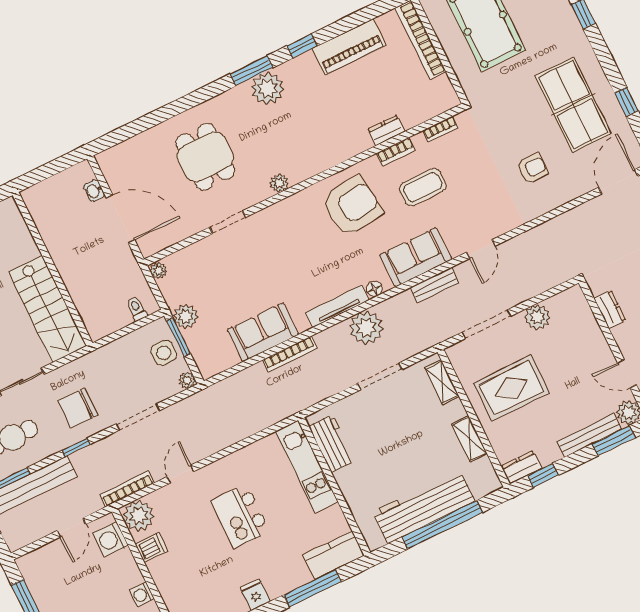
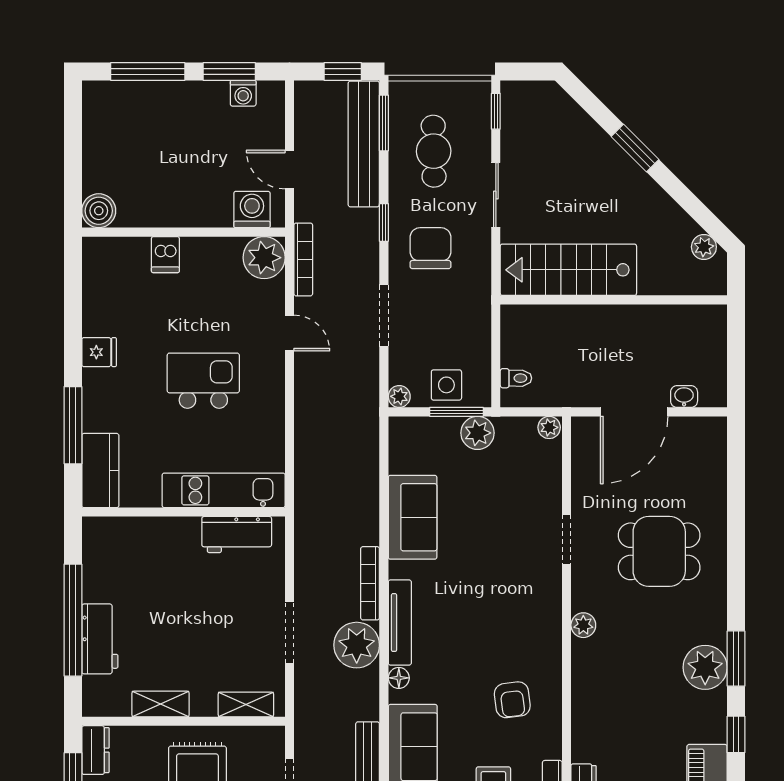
armchair: (352, 206) -> (512, 700), width x0.53, depth x0.53
bookcase: (290, 354) -> (370, 583), moved
workbench: (424, 507) -> (100, 639), width x0.53, depth x0.76
dishwasher: (152, 548) -> (165, 255), moved
washing machine: (142, 595) -> (243, 93), moved, turned 180

